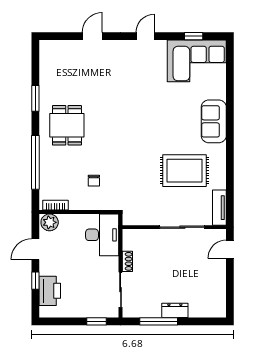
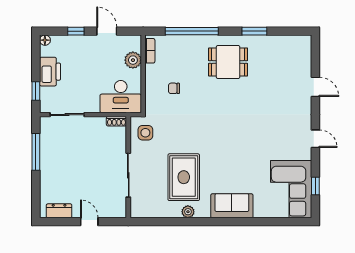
plant: (220, 166) -> (188, 212), added
tv unit: (219, 208) -> (147, 211), removed
side table: (139, 210) -> (145, 133), added
plant: (50, 222) -> (133, 60), moved
door: (230, 249) -> (89, 222), moved
shoe rack: (127, 261) -> (116, 121), moved
printer: (50, 291) -> (50, 72), moved, turned -90
dresser: (175, 310) -> (59, 211), moved, turned -90
floor lamp: (45, 312) -> (45, 40), added

